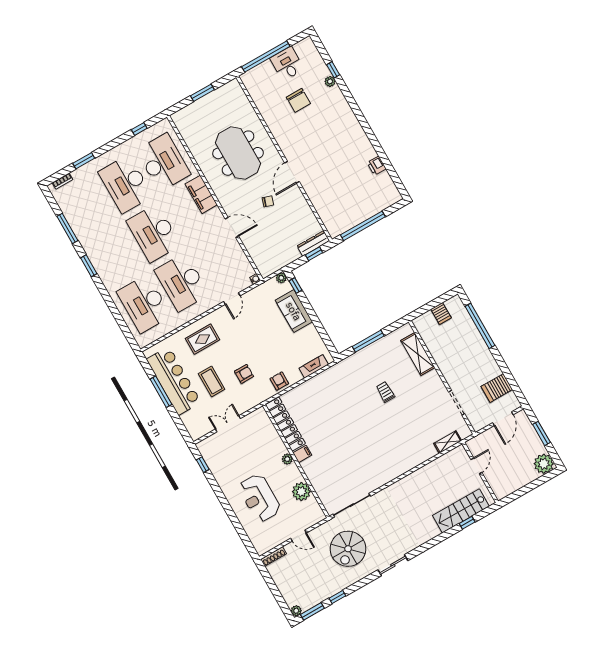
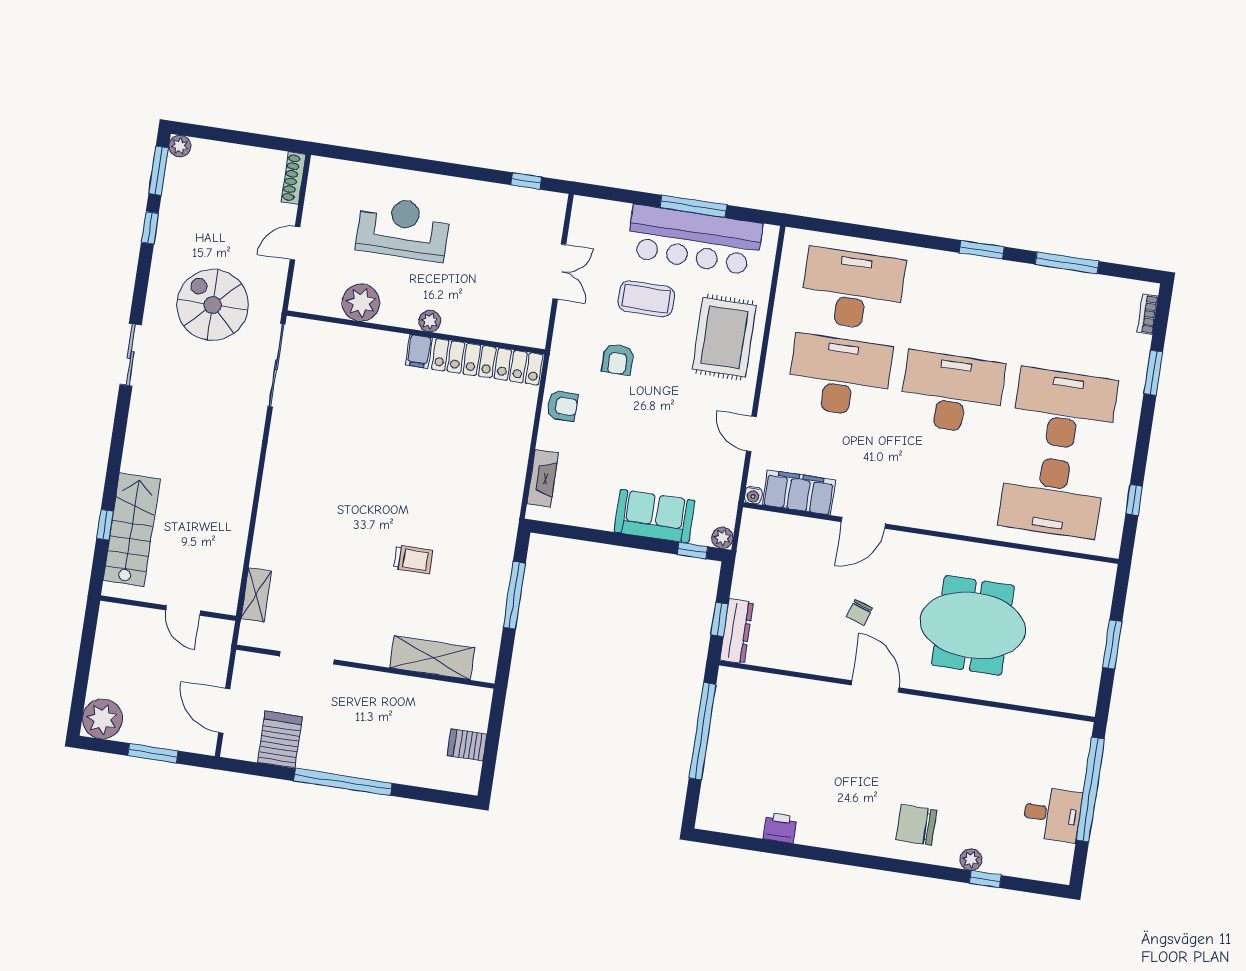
chair: (298, 100) -> (916, 825), moved
filing cabinet: (201, 194) -> (799, 492), moved
window: (480, 326) -> (343, 782), moved
rug: (202, 339) -> (724, 337), width x1.36, depth x1.43

